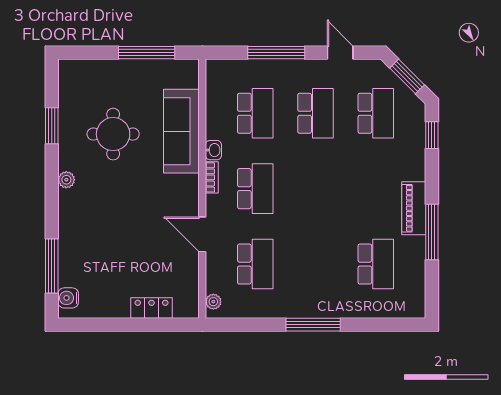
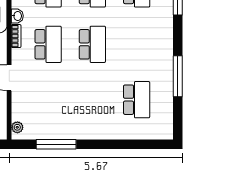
piano: (414, 208) -> (164, 59), removed
school desk: (255, 264) -> (92, 44), moved
window: (313, 325) -> (56, 144), moved

